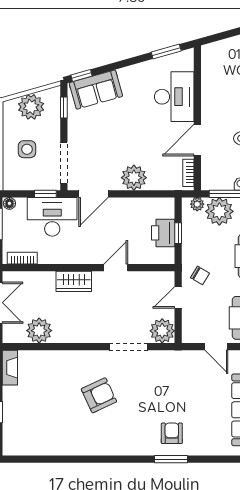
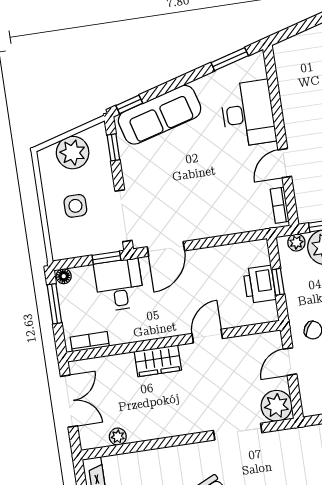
sofa: (96, 90) -> (160, 115), width x1.36
door: (197, 140) -> (285, 163), width x0.73
plant: (134, 178) -> (213, 221), removed
desk: (52, 217) -> (119, 285), width x0.73
plant: (39, 331) -> (118, 437), width x0.53, depth x0.53

